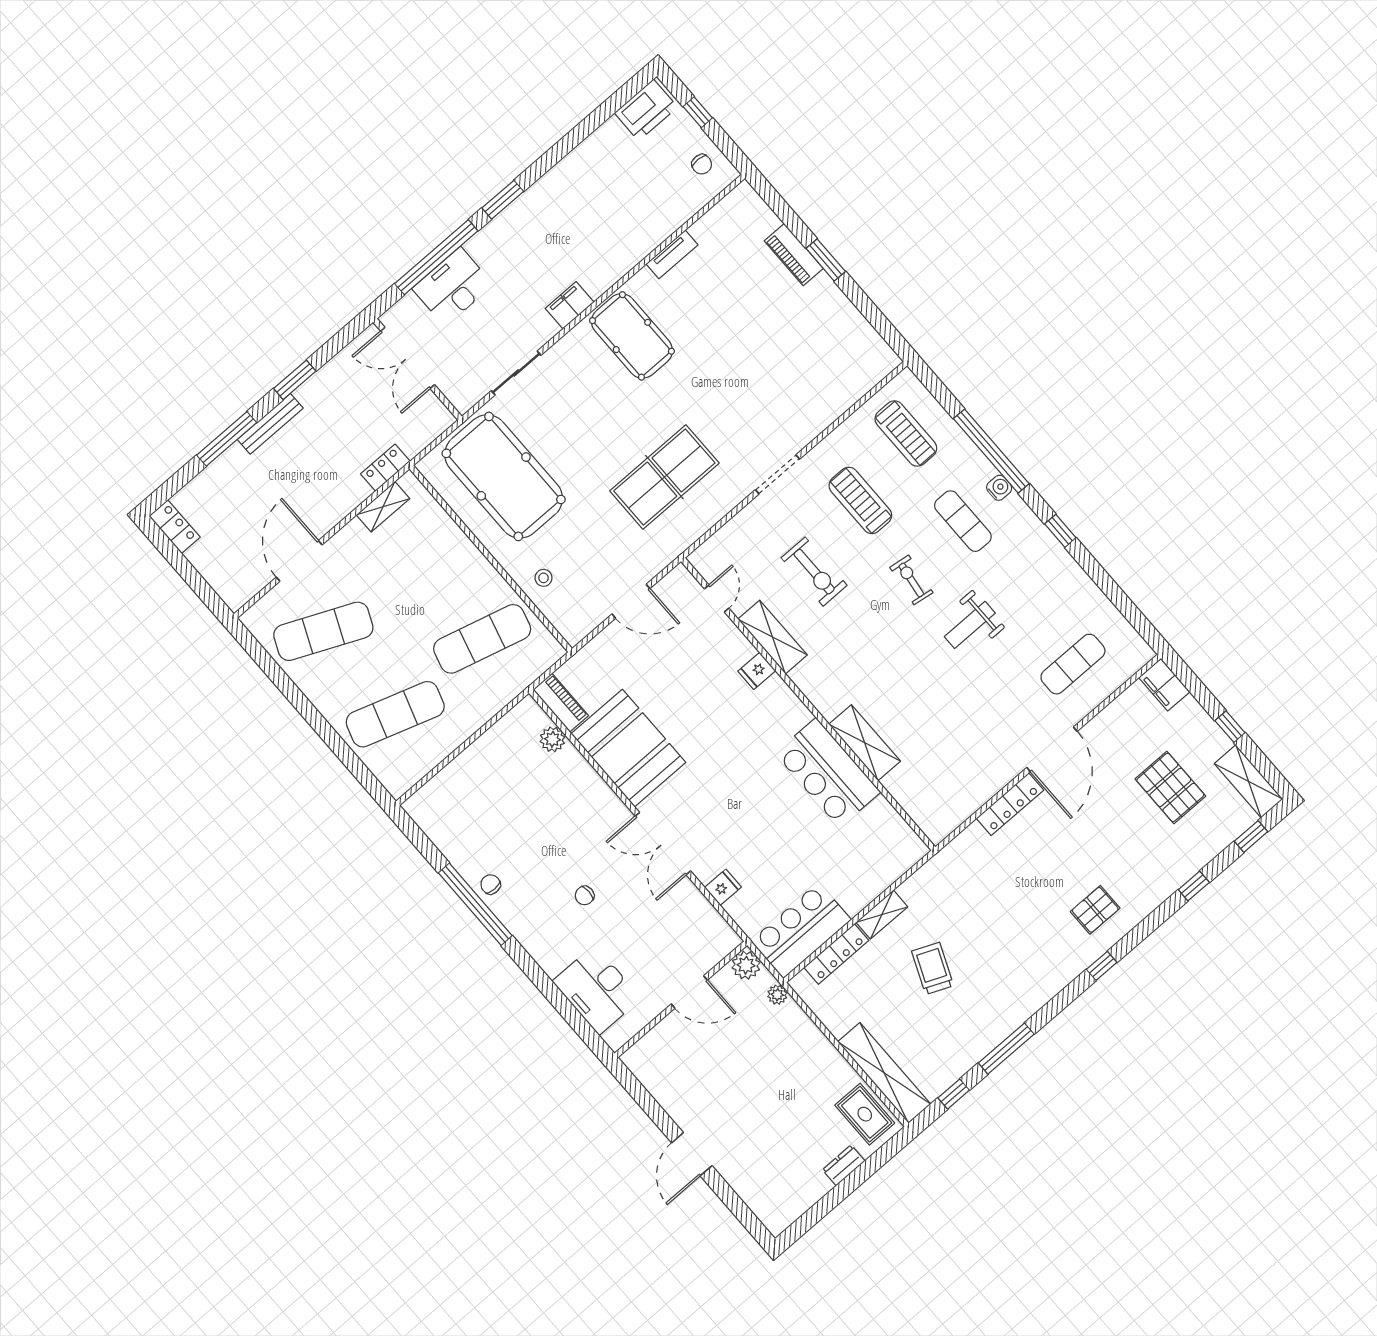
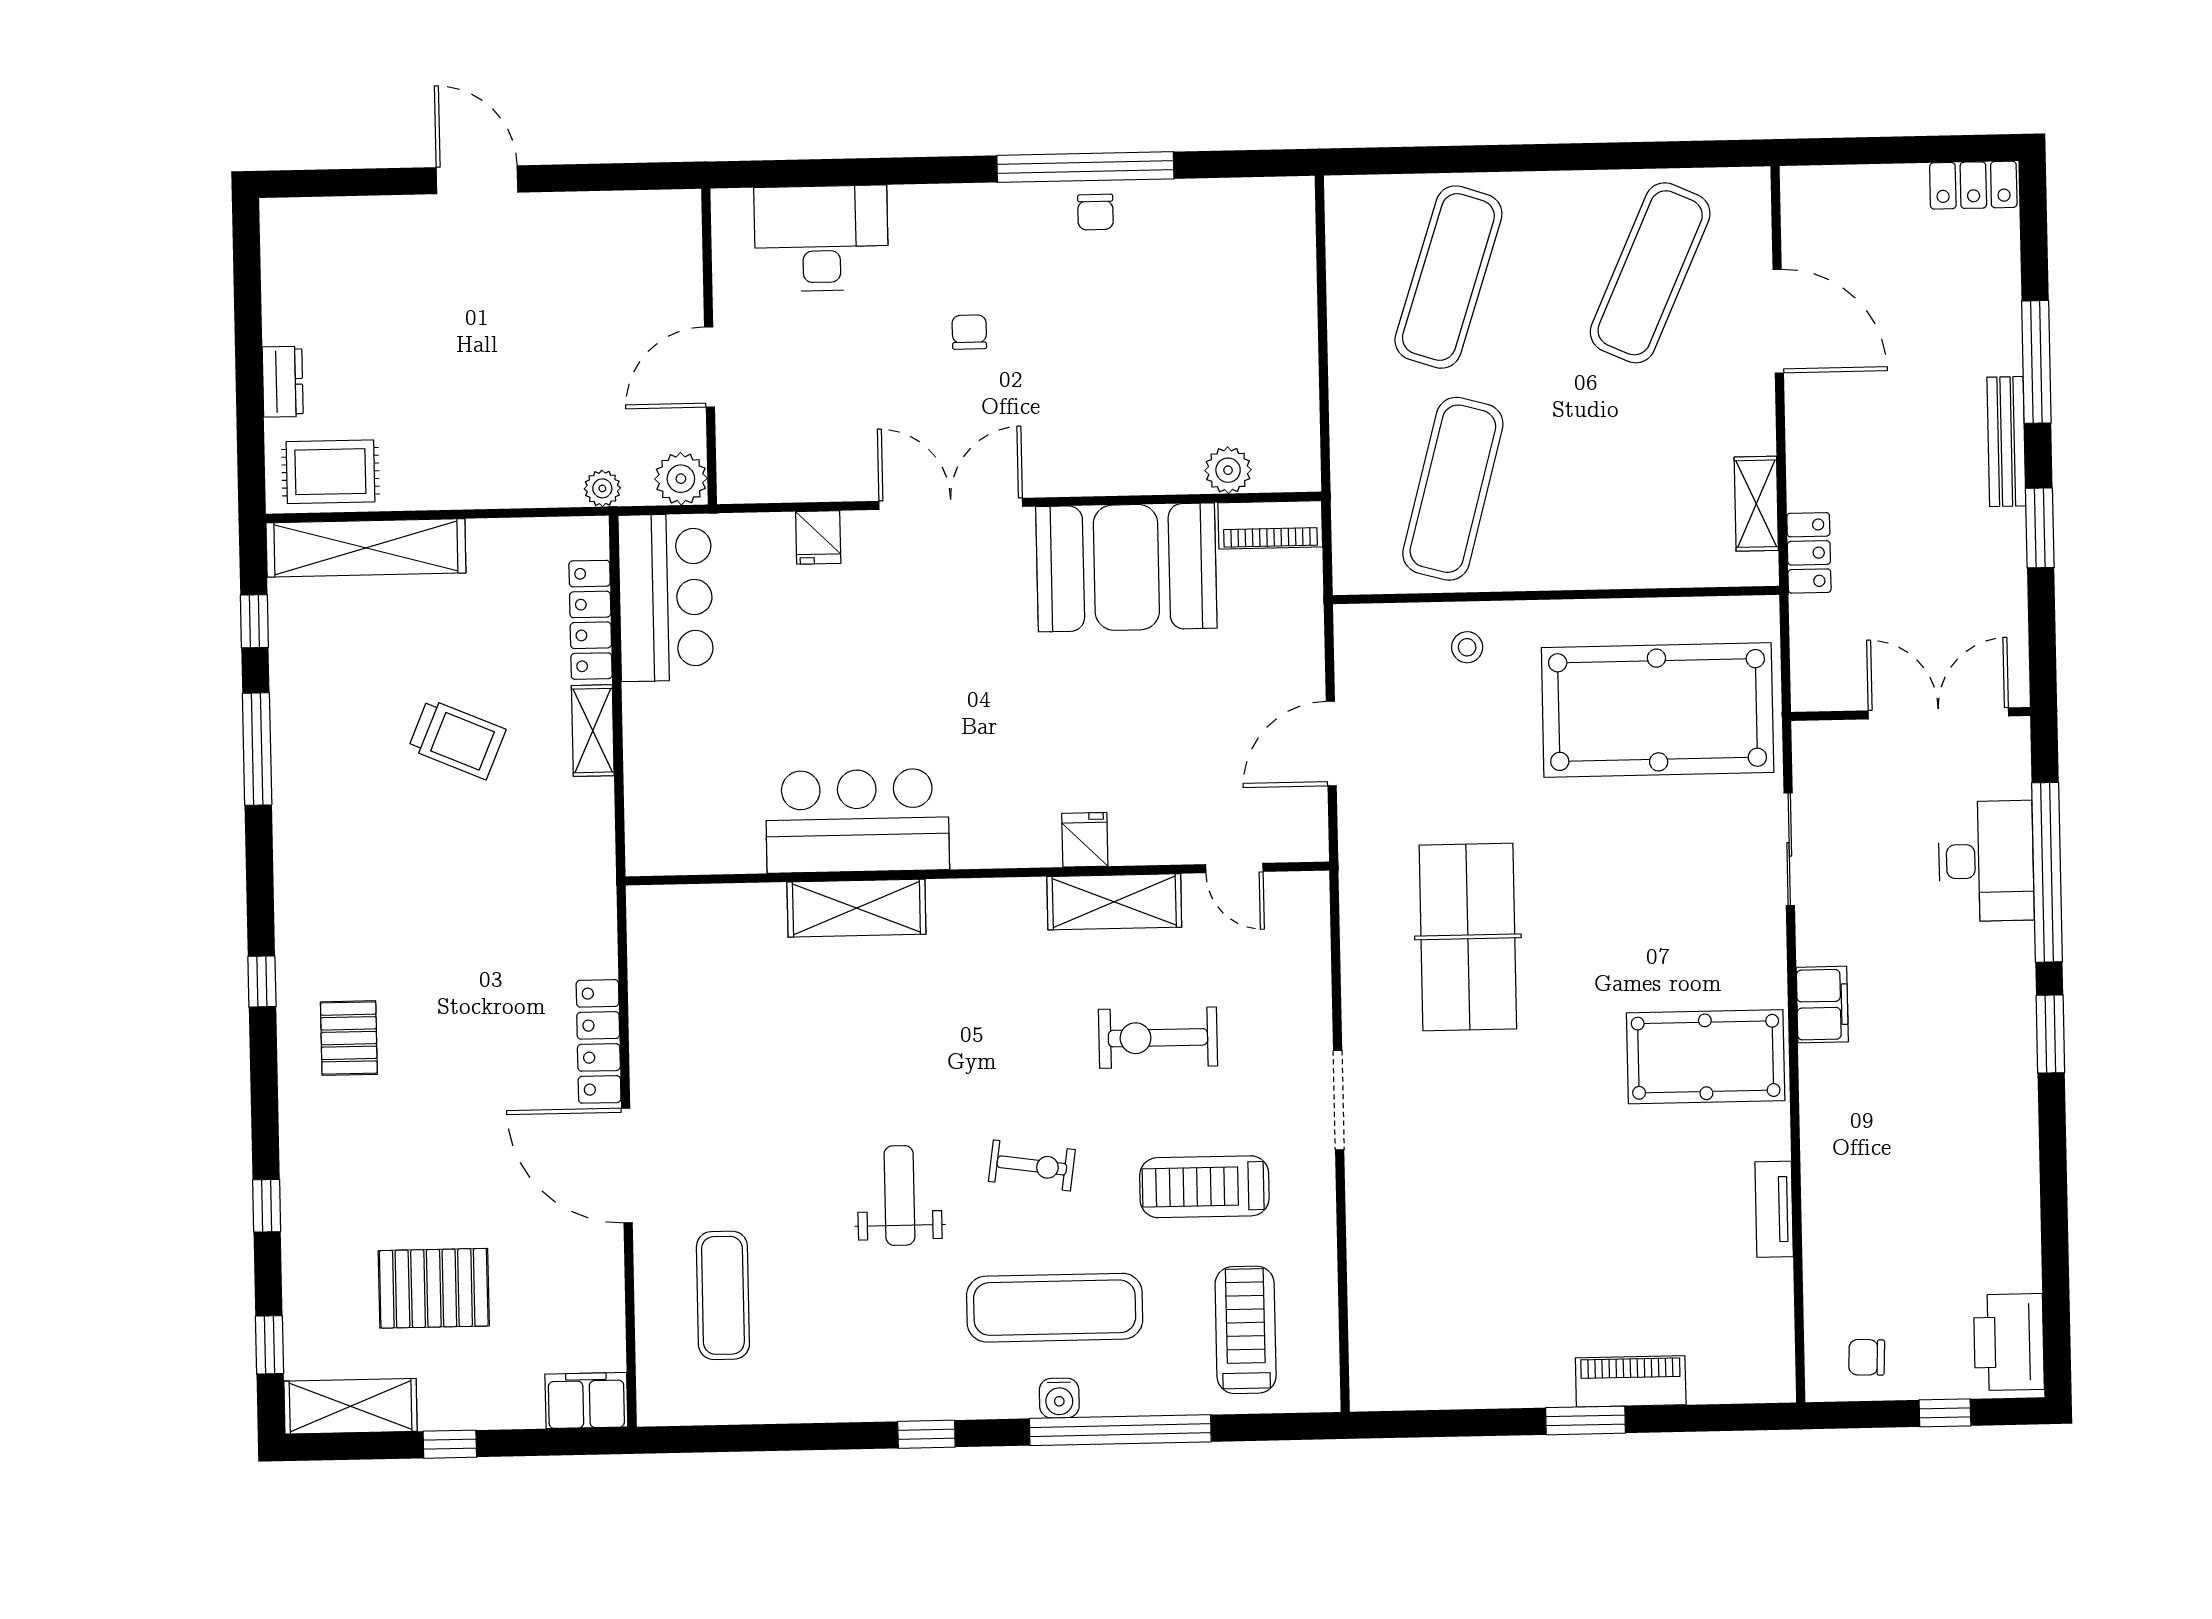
treadmill: (906, 434) -> (1246, 1330), turned 90
treadmill: (860, 500) -> (1204, 1187), turned 180
exercise mat: (963, 521) -> (1055, 1308), width x1.36, depth x1.45
chair: (491, 884) -> (1095, 212), turned 90

